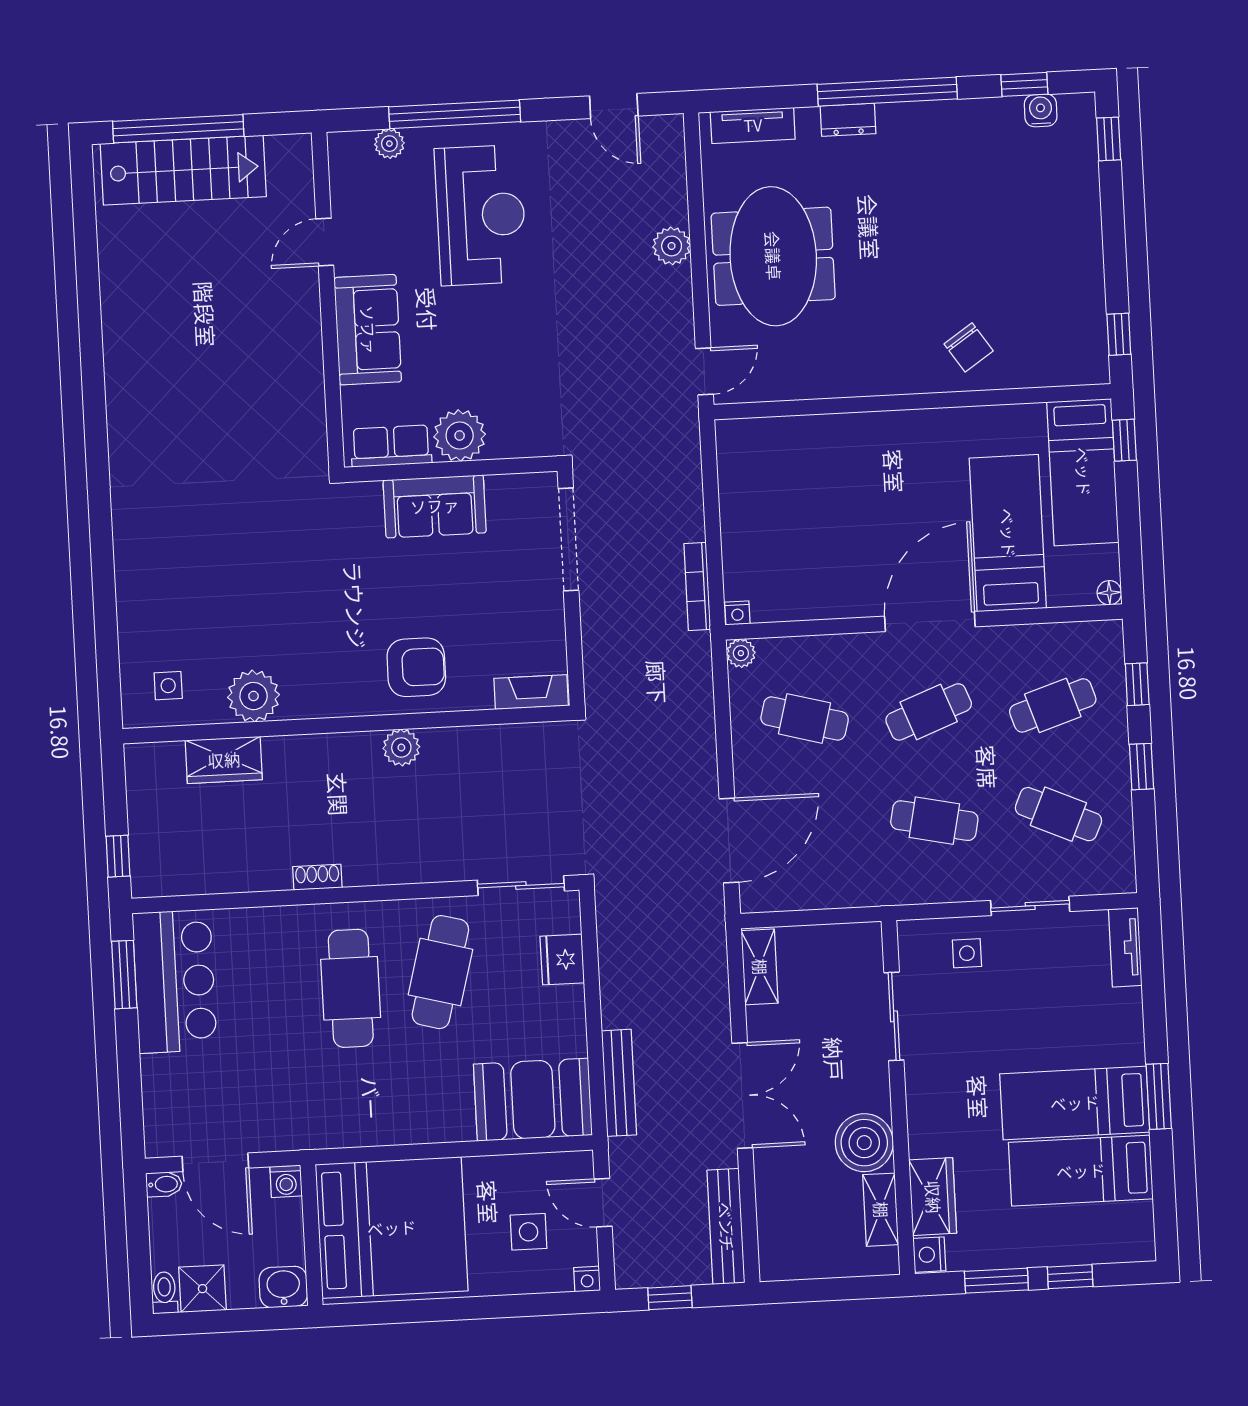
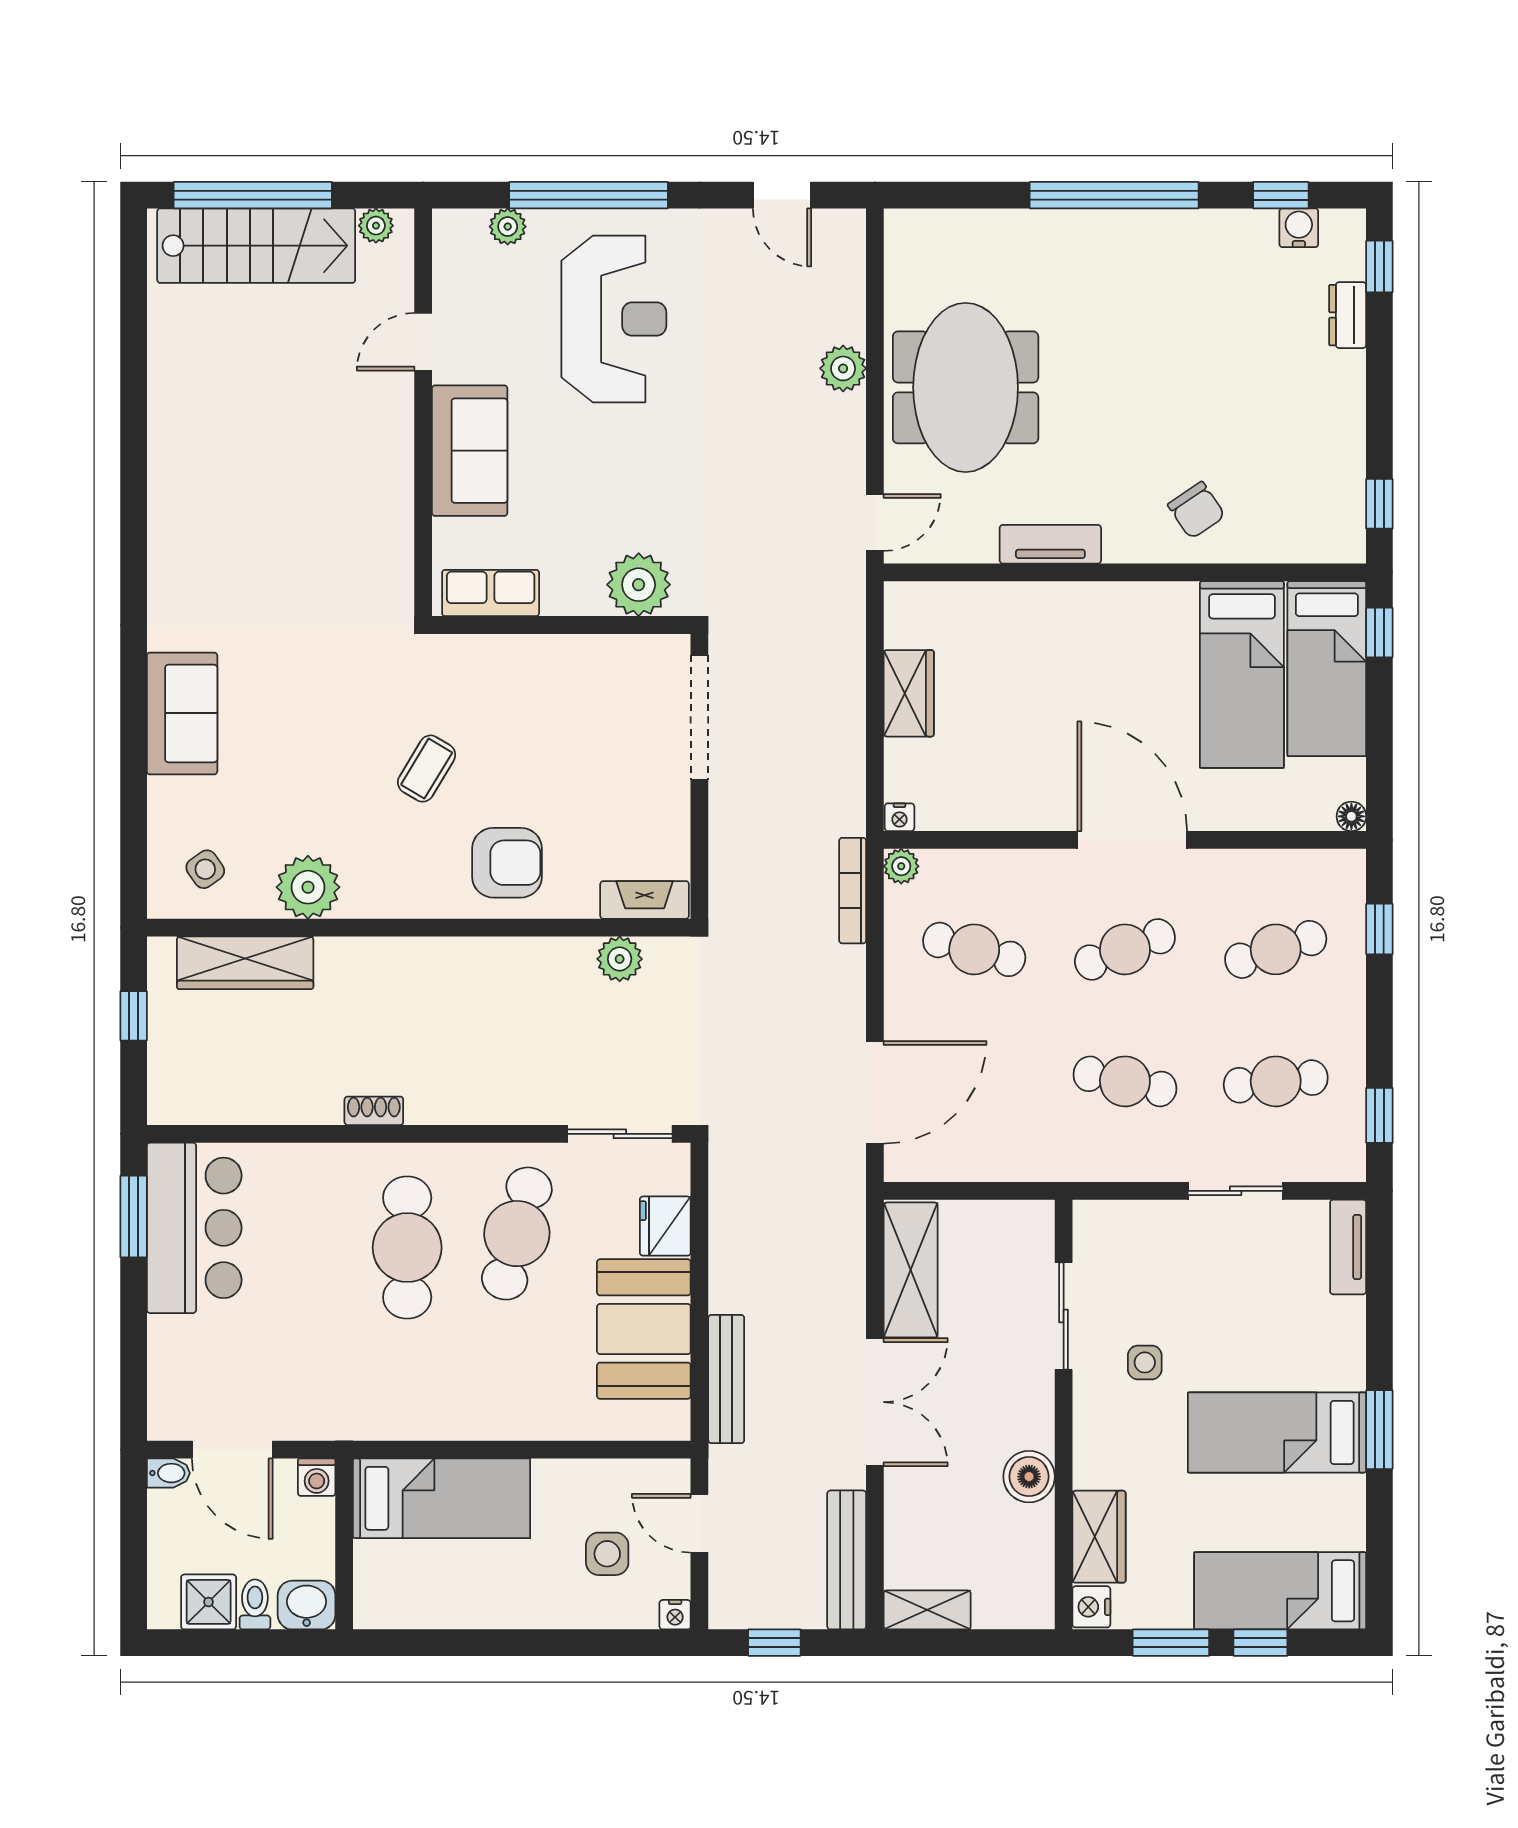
dresser: (848, 120) -> (1348, 315), moved, turned 90
tv unit: (753, 125) -> (1050, 544), moved, turned 180
plant: (281, 148) -> (376, 226), added
plant: (460, 435) -> (639, 585), moved
sofa: (435, 506) -> (182, 713), moved, turned -90
wardrobe: (740, 510) -> (909, 693), added
bed: (1008, 533) -> (1242, 675), moved, turned 180
bookcase: (697, 586) -> (853, 891), moved
coffee table: (346, 593) -> (427, 769), added
door: (930, 622) -> (1132, 840), hinge flipped
side table: (168, 686) -> (205, 869), turned -35
plant: (401, 747) -> (620, 959), moved
wardrobe: (224, 760) -> (245, 963), width x1.50
window: (1142, 767) -> (1379, 1115), moved
cafe table: (1058, 814) -> (1276, 1081), turned -30
window: (118, 856) -> (134, 1016), moved
side table: (967, 953) -> (1145, 1362), moved
shelving: (760, 967) -> (911, 1270), width x1.50, depth x1.33
booth: (533, 1100) -> (644, 1329), moved, turned 90
boiler: (864, 1143) -> (1029, 1477), width x0.73, depth x0.73
bed: (1081, 1171) -> (1280, 1591), moved
shelving: (881, 1210) -> (927, 1610), moved, turned 90
bed: (392, 1228) -> (442, 1498), width x0.49
toilet: (164, 1293) -> (255, 1604), moved

